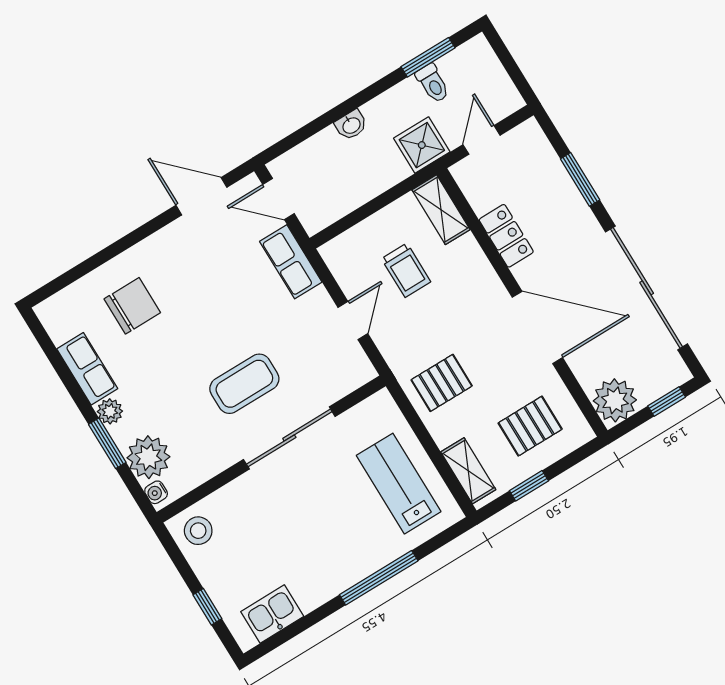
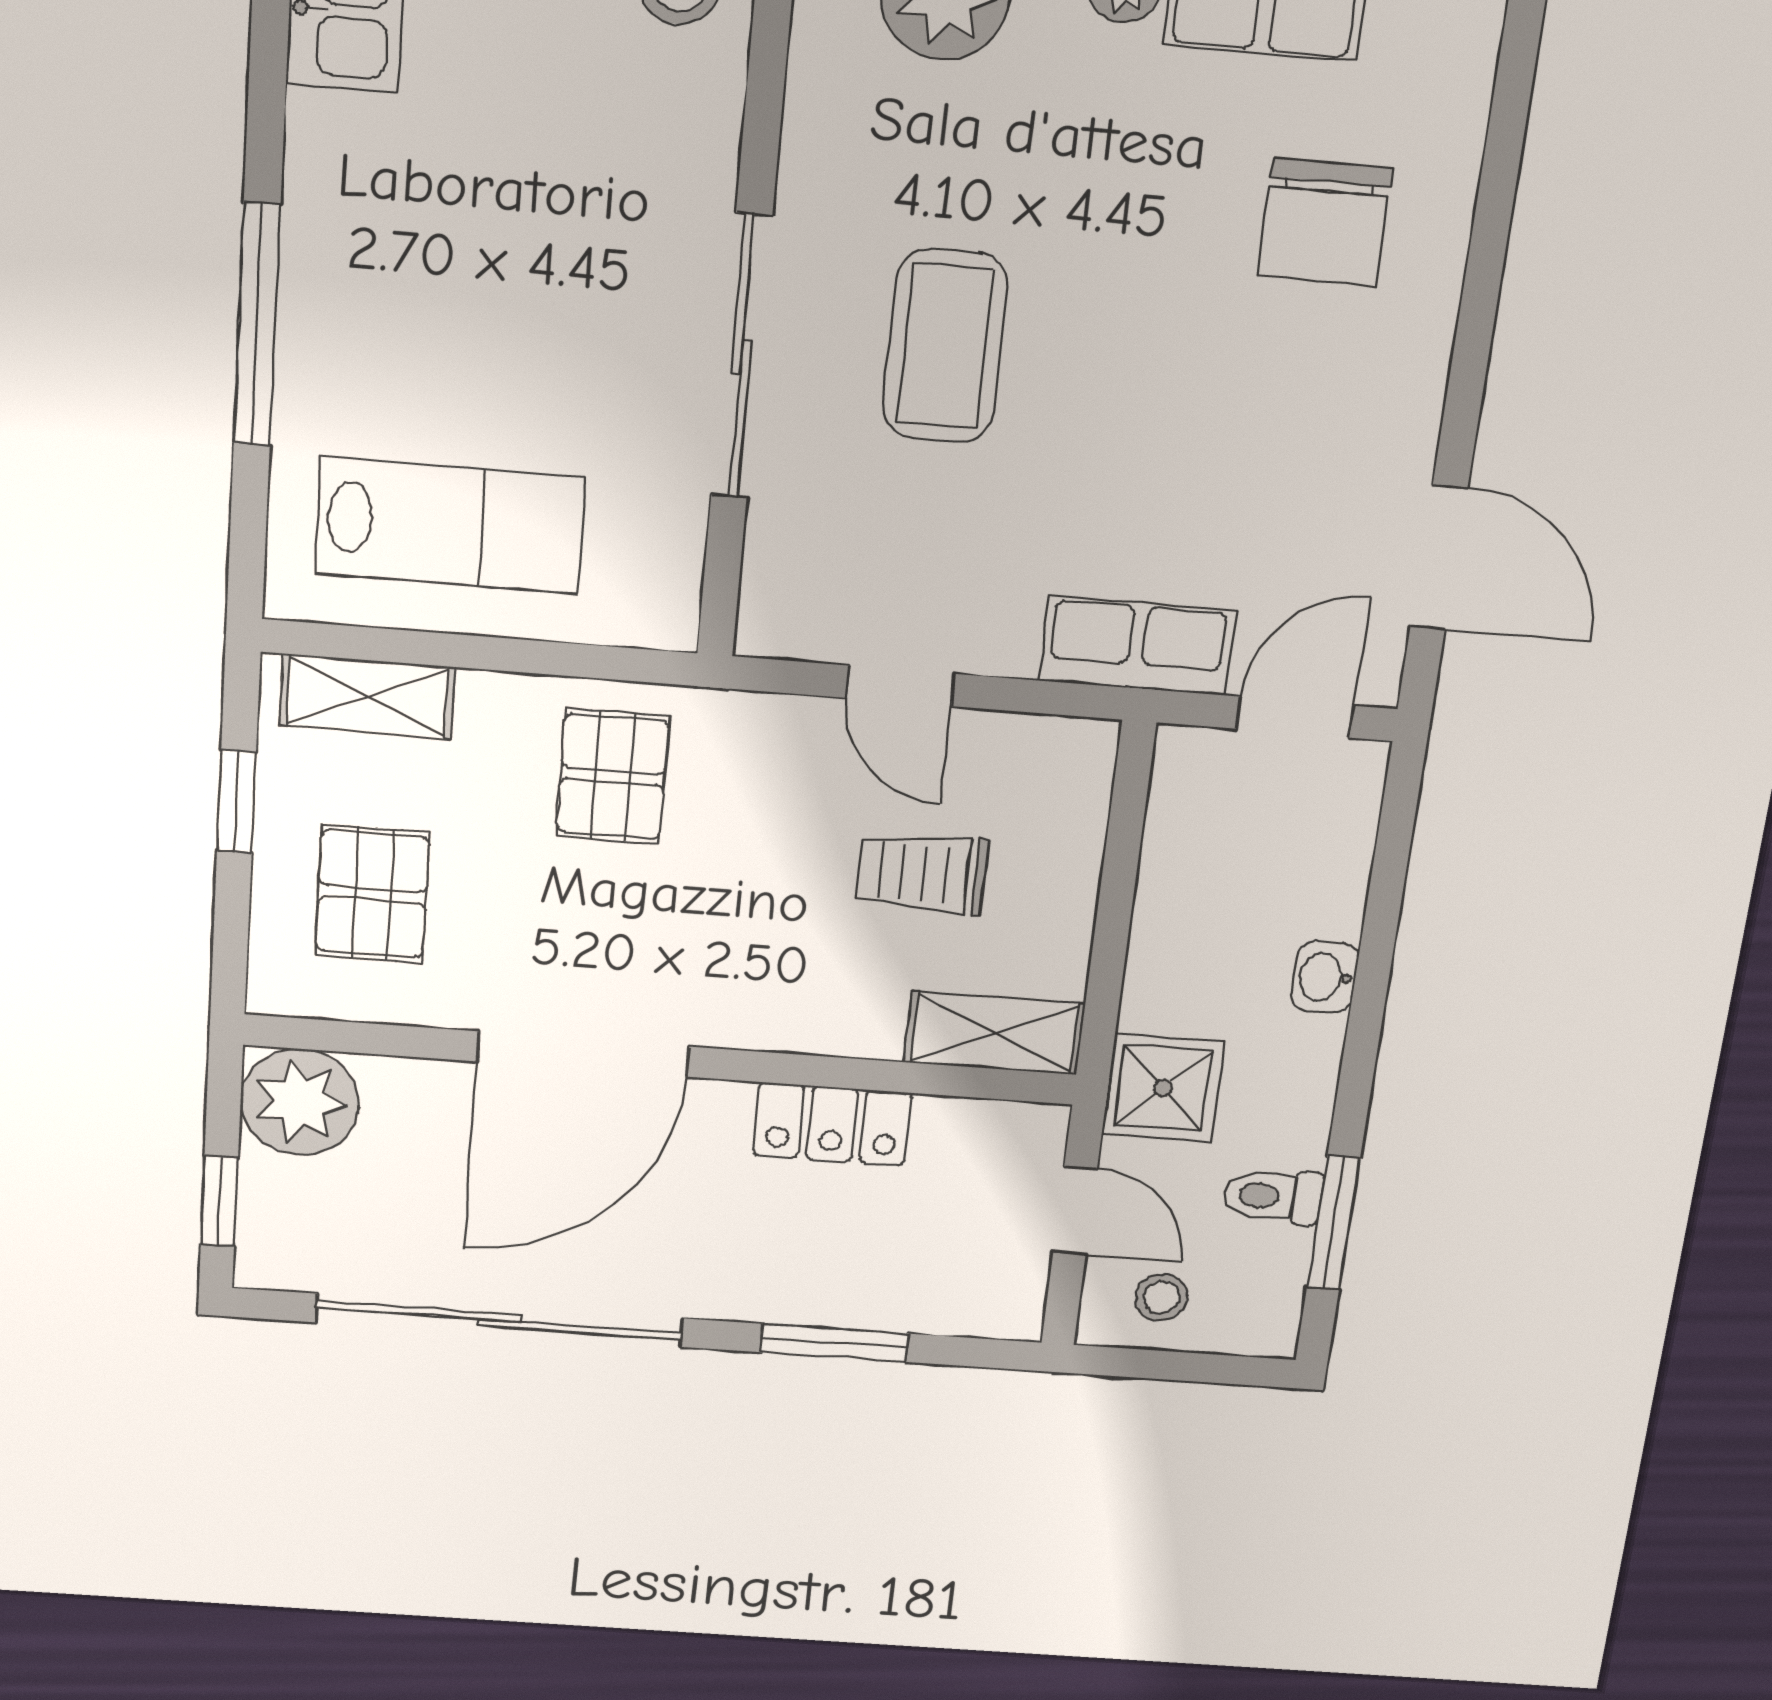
stool: (491, 90) -> (1161, 1297), added
door: (201, 196) -> (1439, 557), hinge flipped

